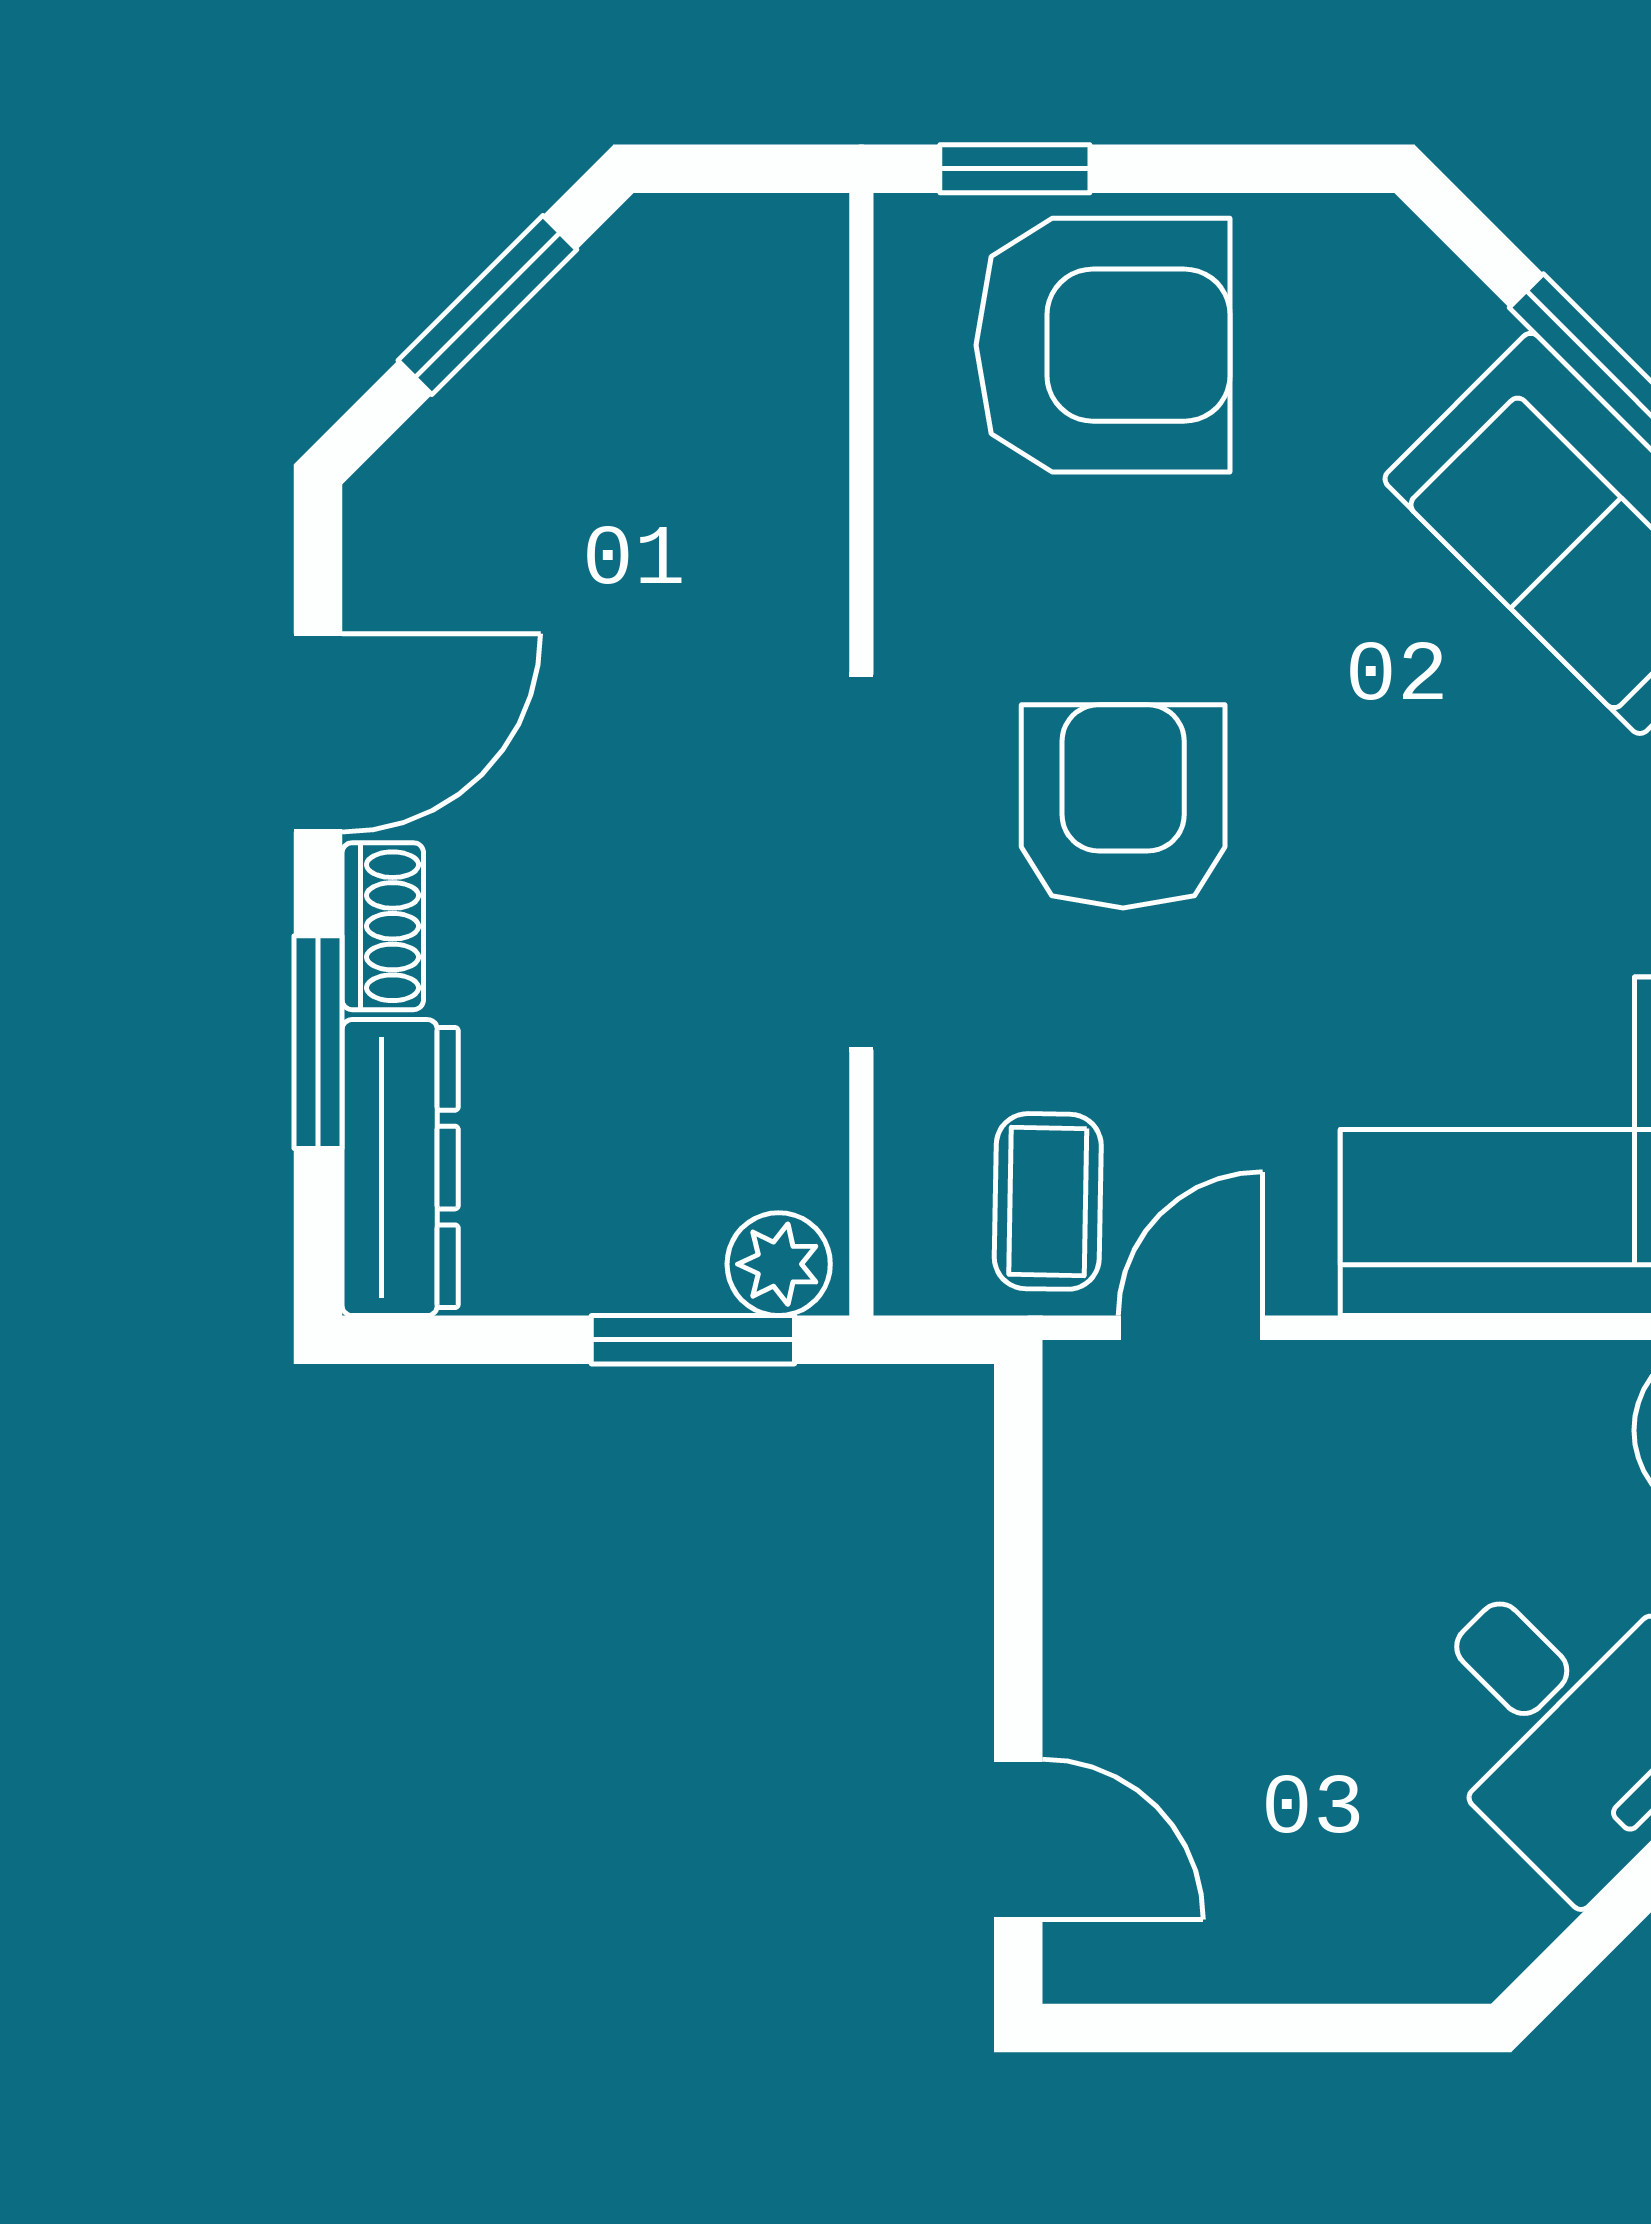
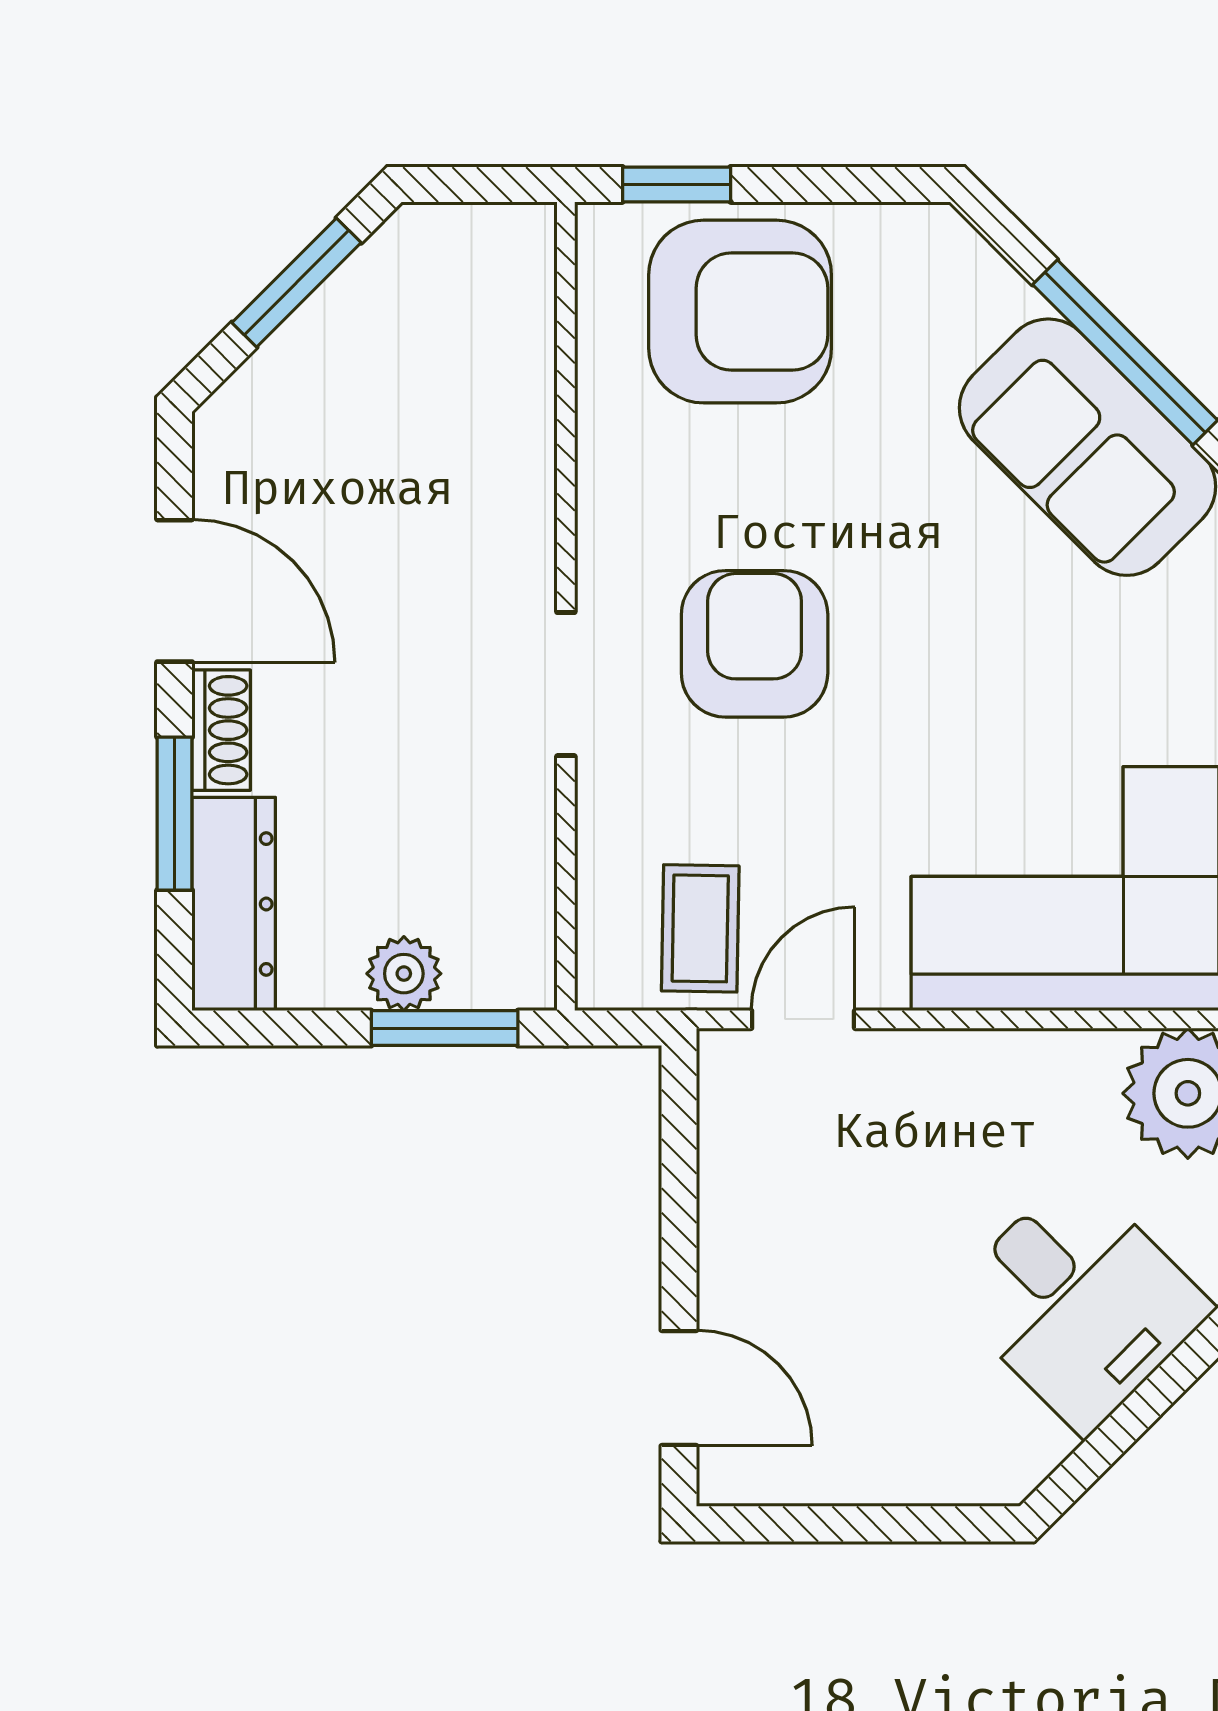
door: (318, 733) -> (175, 591), hinge flipped
doorway: (861, 862) -> (566, 684), width x0.53
plant: (779, 1264) -> (404, 974), moved

